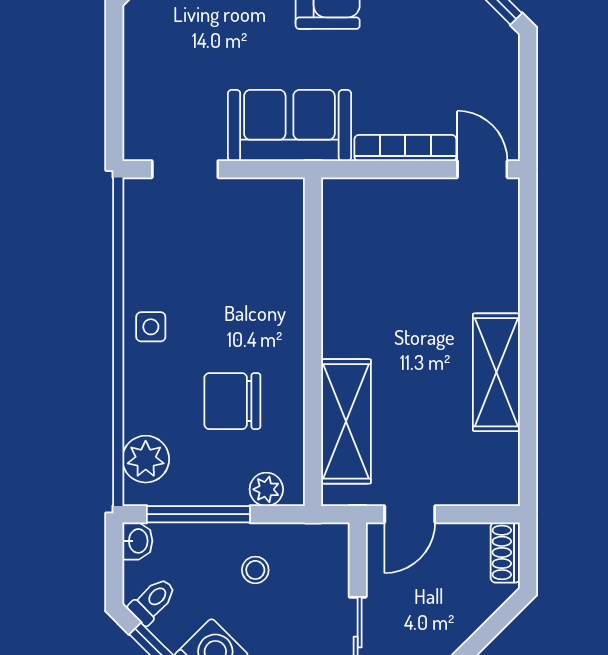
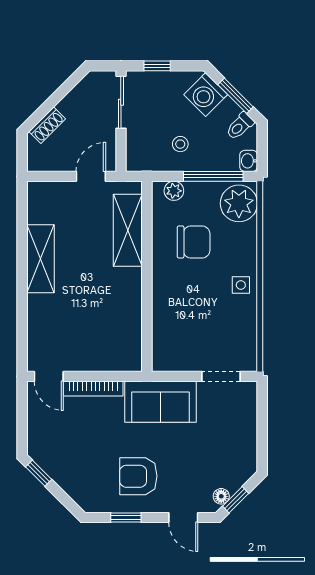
plant: (146, 459) -> (239, 203), width x1.36, depth x1.36
shoe rack: (505, 552) -> (47, 125), moved, turned 45

